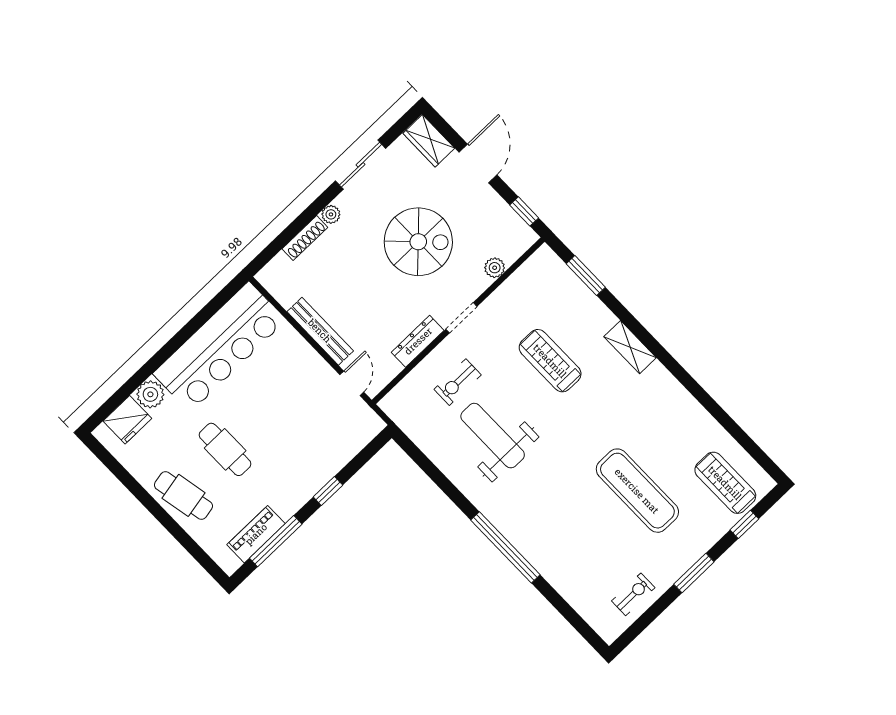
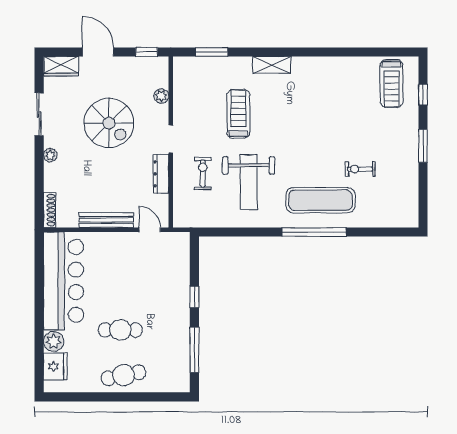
shoe rack: (305, 238) -> (50, 210), moved
spiral stairs: (418, 242) -> (109, 123), turned 90
treadmill: (550, 361) -> (238, 114), turned 90
exercise bike: (458, 382) -> (203, 173), turned 180
weight bench: (493, 436) -> (249, 182), turned -90
treadmill: (725, 483) -> (391, 83), turned -90
exercise mat: (637, 491) -> (320, 200), moved
piano: (256, 534) -> (181, 357), removed
exercise bike: (633, 594) -> (360, 169), moved, turned -90

